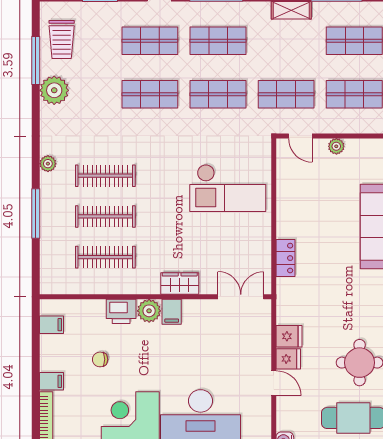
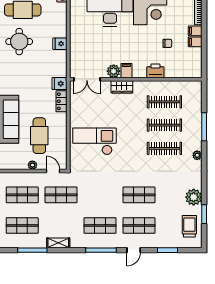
window: (36, 60) -> (204, 214), width x0.69
shop shelf: (218, 94) -> (100, 195), removed
cafe table: (324, 198) -> (39, 136), added
plant: (149, 311) -> (114, 71), moved
filing cabinet: (52, 325) -> (195, 42), moved
fridge: (289, 336) -> (60, 84), moved
door: (274, 383) -> (68, 30), removed

